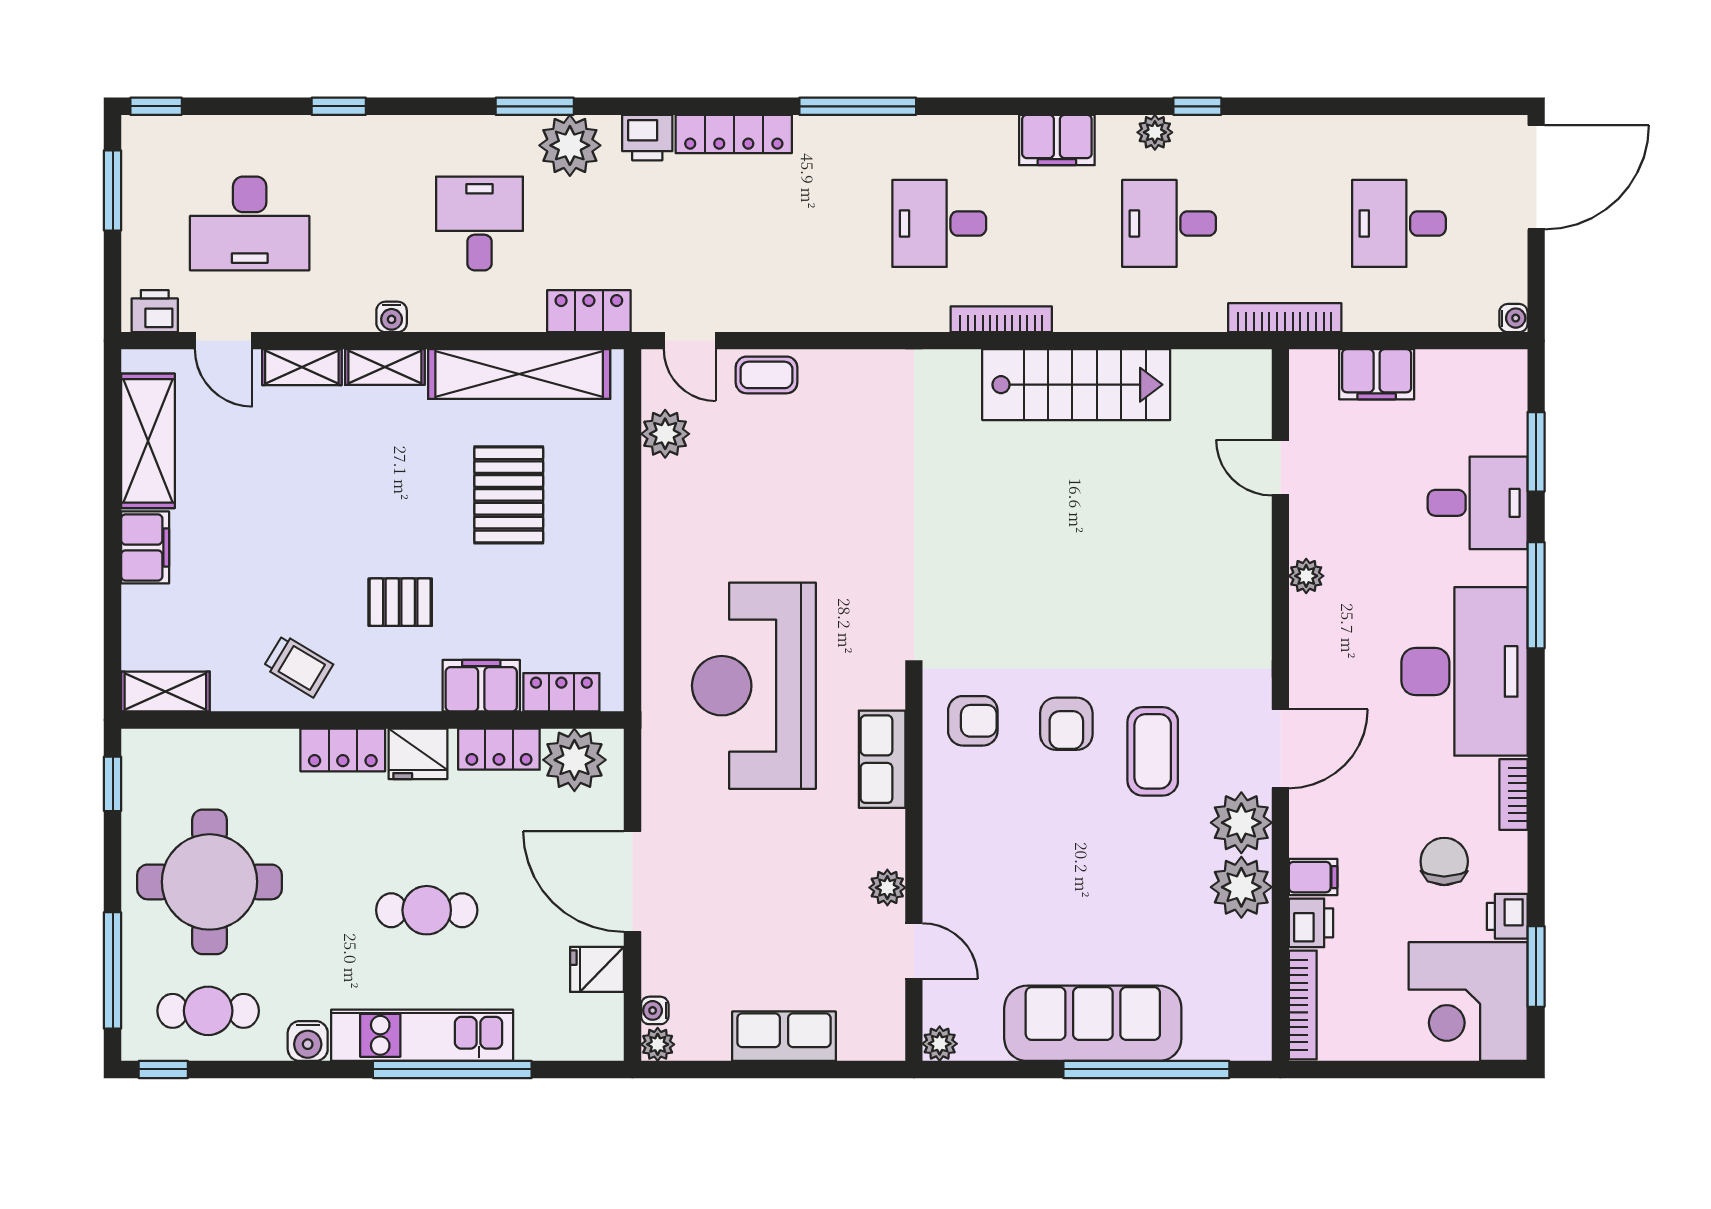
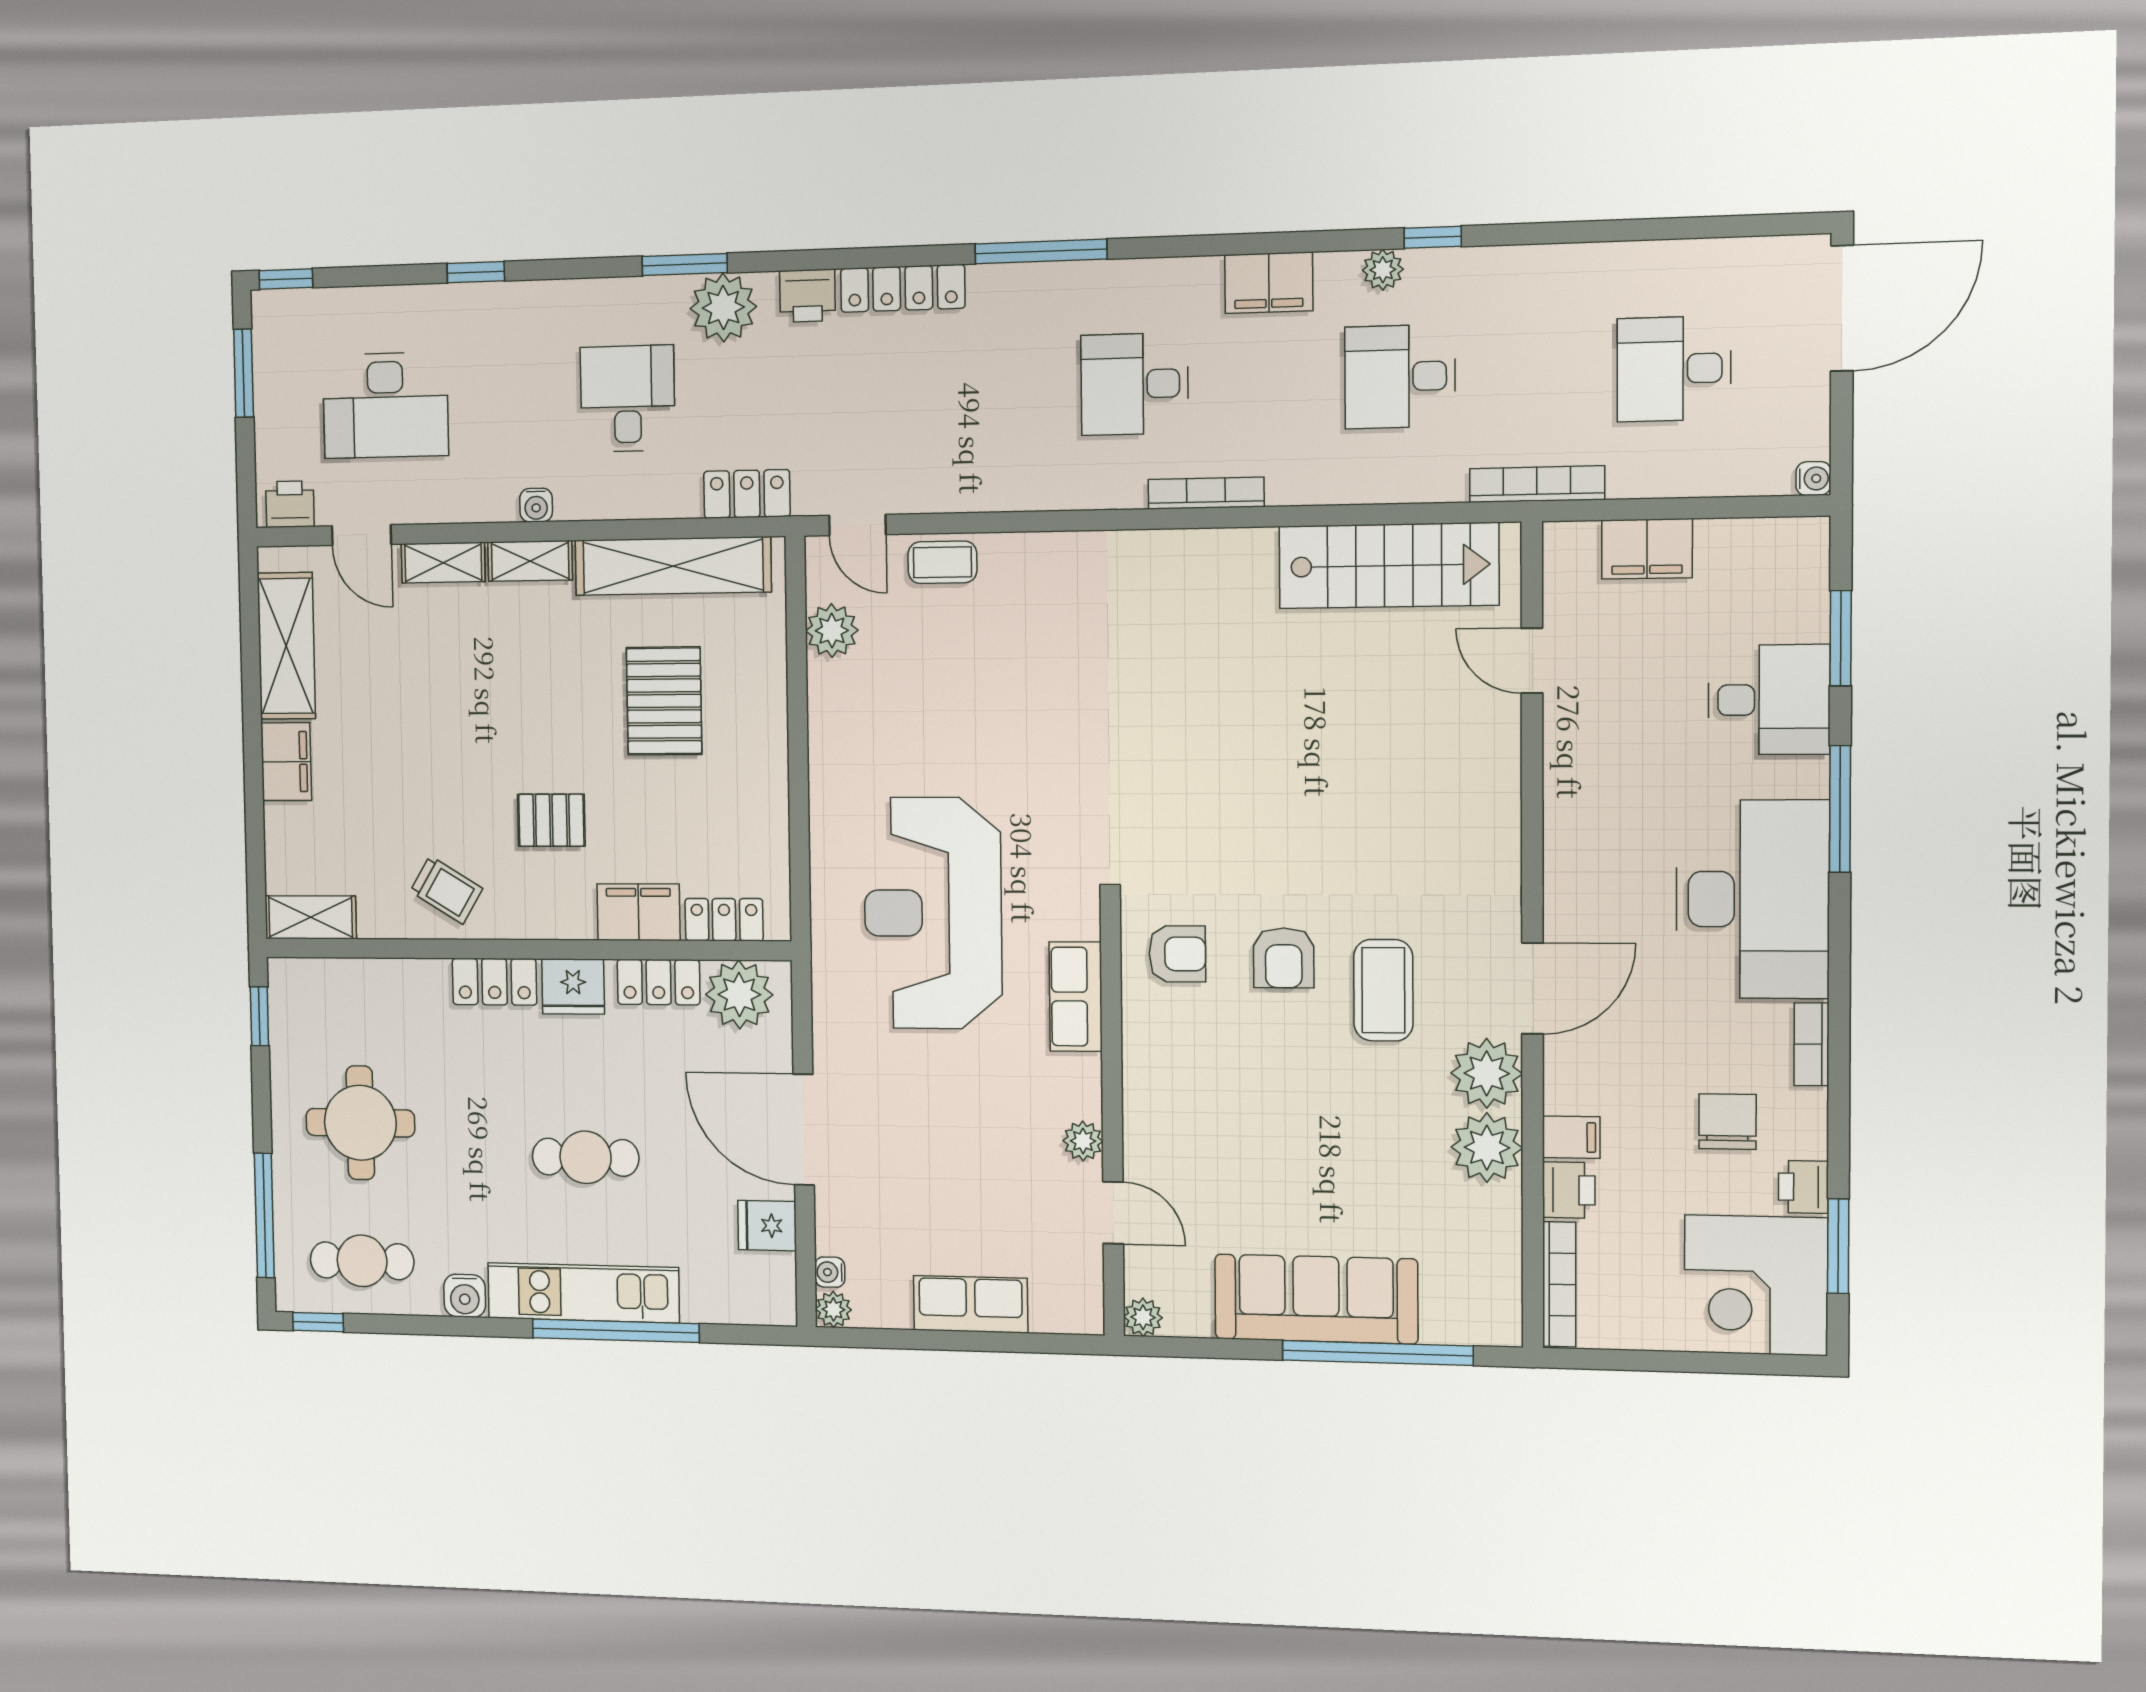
stairs: (1076, 385) -> (1389, 566), moved
plant: (1306, 576) -> (1563, 787), removed
round table: (210, 882) -> (360, 1123), width x0.73, depth x0.73

